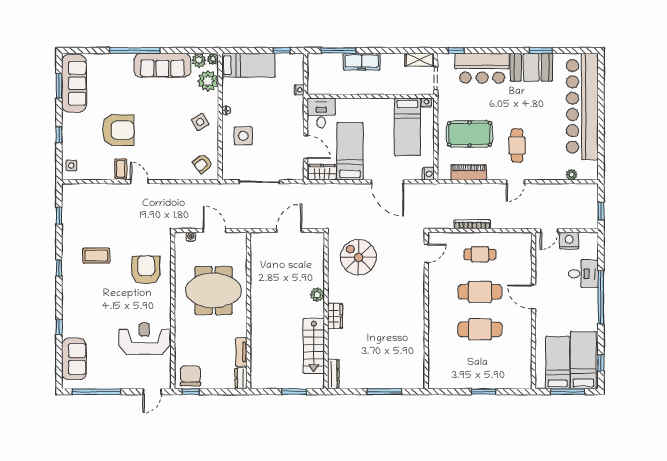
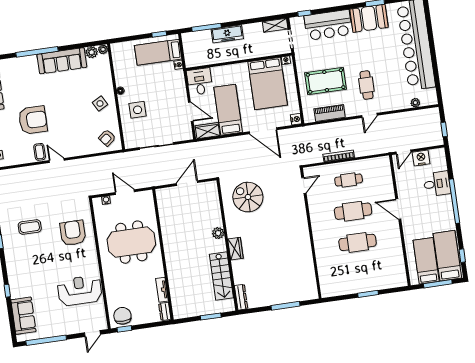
bed: (248, 65) -> (158, 52), moved, turned 180
plant: (208, 81) -> (102, 68), removed
bed: (407, 127) -> (268, 83), width x1.50

